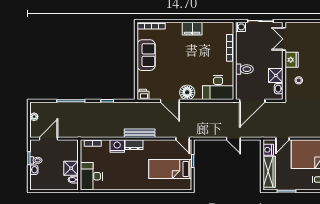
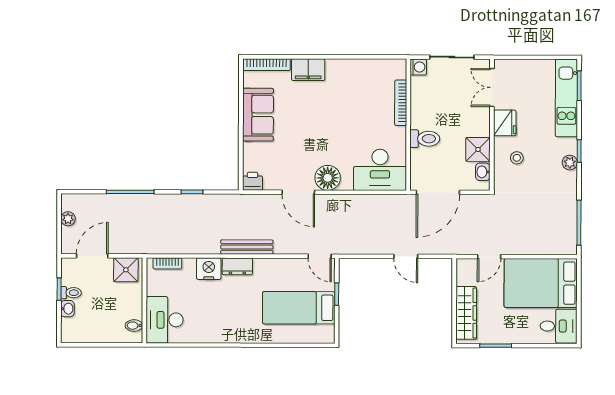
filing cabinet: (192, 29) -> (308, 70), moved
nightstand: (268, 150) -> (465, 276), removed
shower: (71, 168) -> (126, 270), moved

